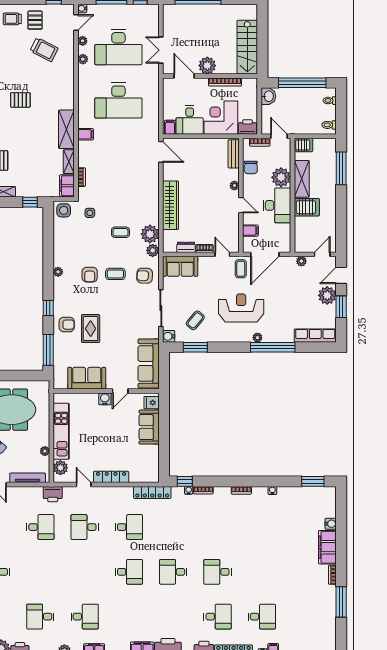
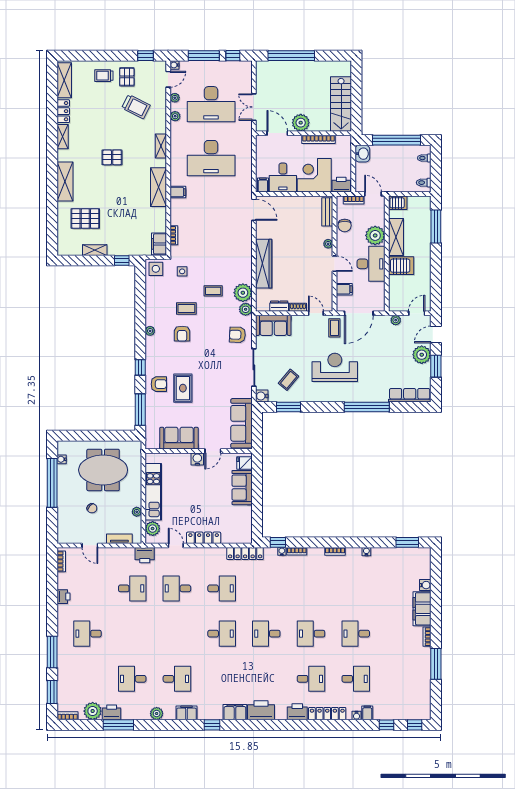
shelving: (69, 162) -> (161, 146), moved
coffee table: (115, 274) -> (186, 309), moved
plant: (257, 338) -> (351, 397), removed
tv unit: (28, 478) -> (119, 539), width x0.71
desk: (262, 572) -> (356, 634), added

